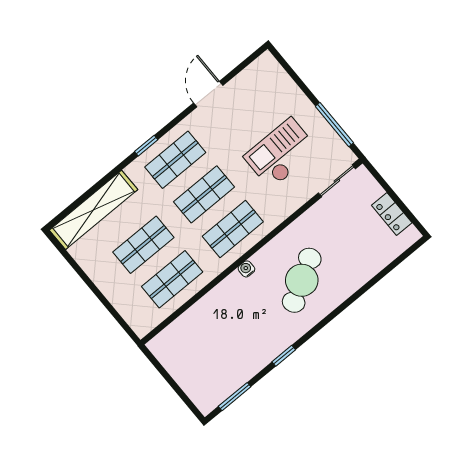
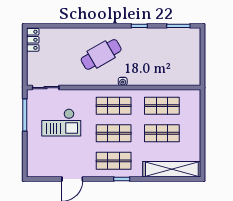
locker: (392, 214) -> (33, 40), moved

